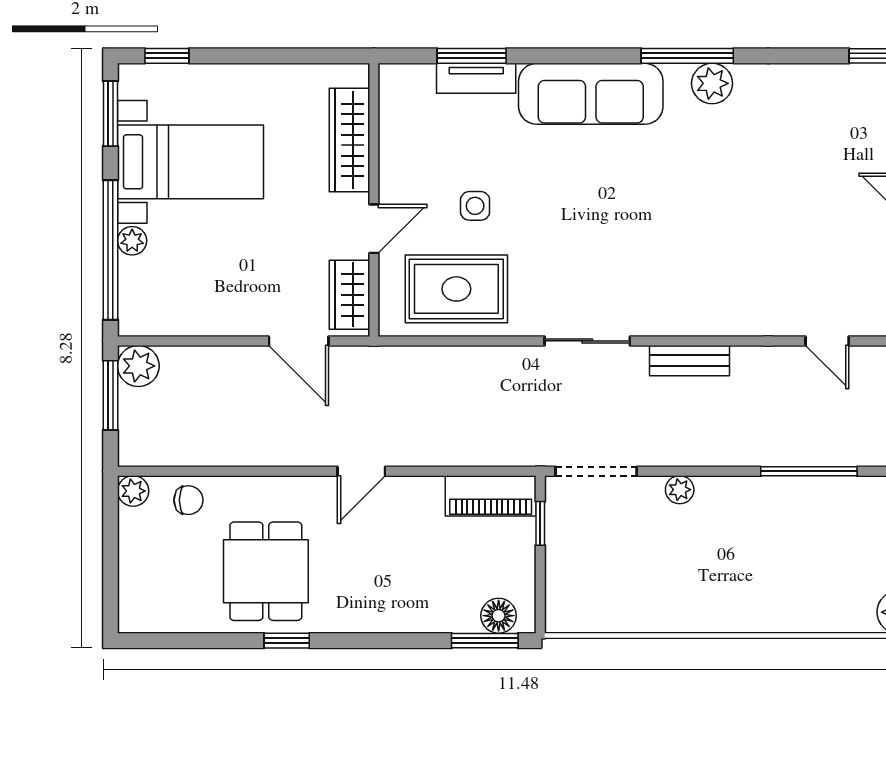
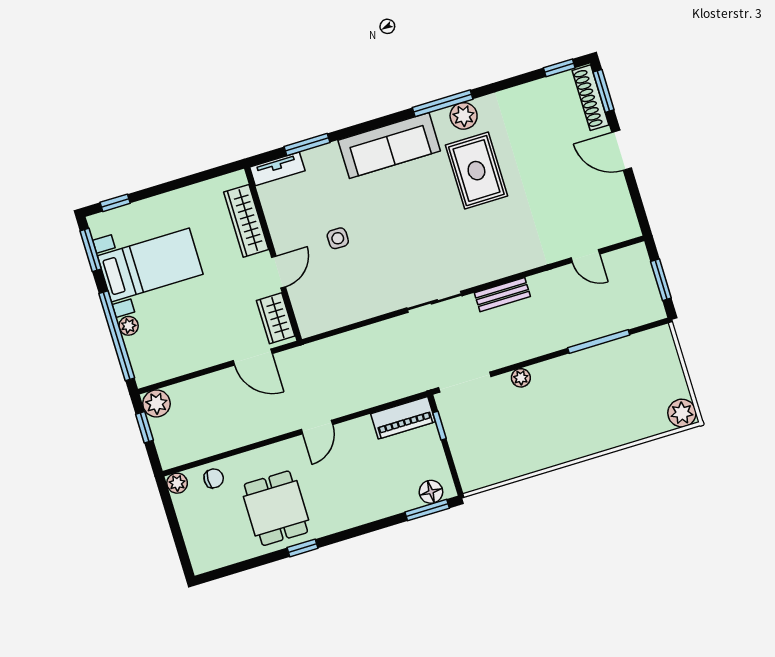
tv unit: (476, 78) -> (277, 169), moved
rug: (456, 289) -> (476, 171), moved, turned 90
window: (110, 395) -> (145, 427), width x0.67

